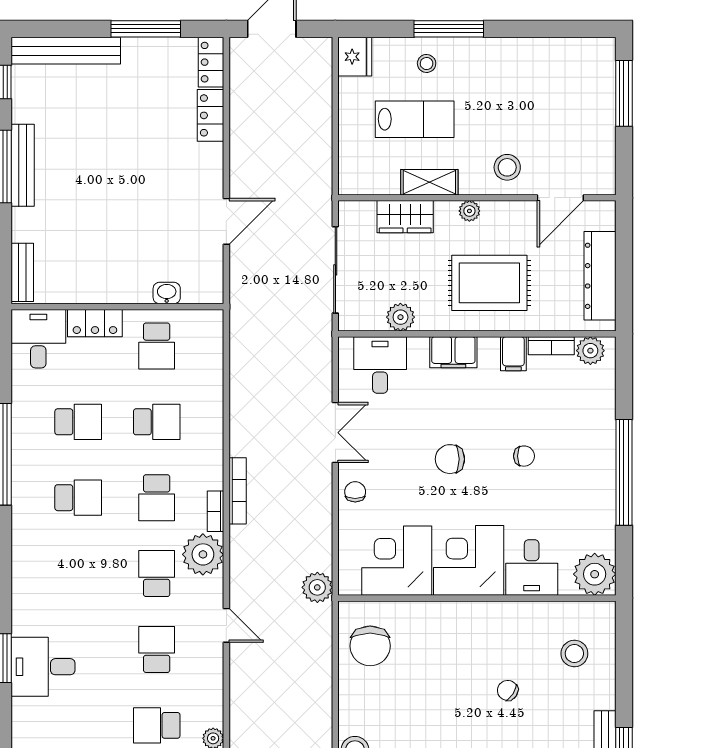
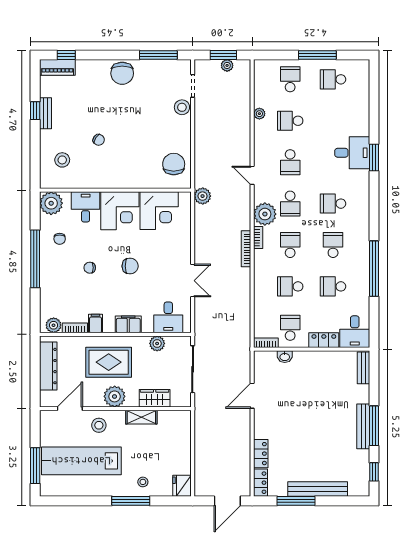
bench: (66, 51) -> (318, 489), moved
lab bench: (415, 119) -> (81, 461), moved, width x1.86, depth x1.39
plant: (469, 211) -> (115, 396), width x1.88, depth x1.88
bookcase: (201, 318) -> (266, 343), added
double door: (335, 433) -> (193, 281), swing flipped
chair: (355, 492) -> (60, 239), moved
school desk: (78, 498) -> (333, 245), turned 90
school desk: (78, 574) -> (333, 204), added
school desk: (157, 725) -> (290, 121), turned 180

